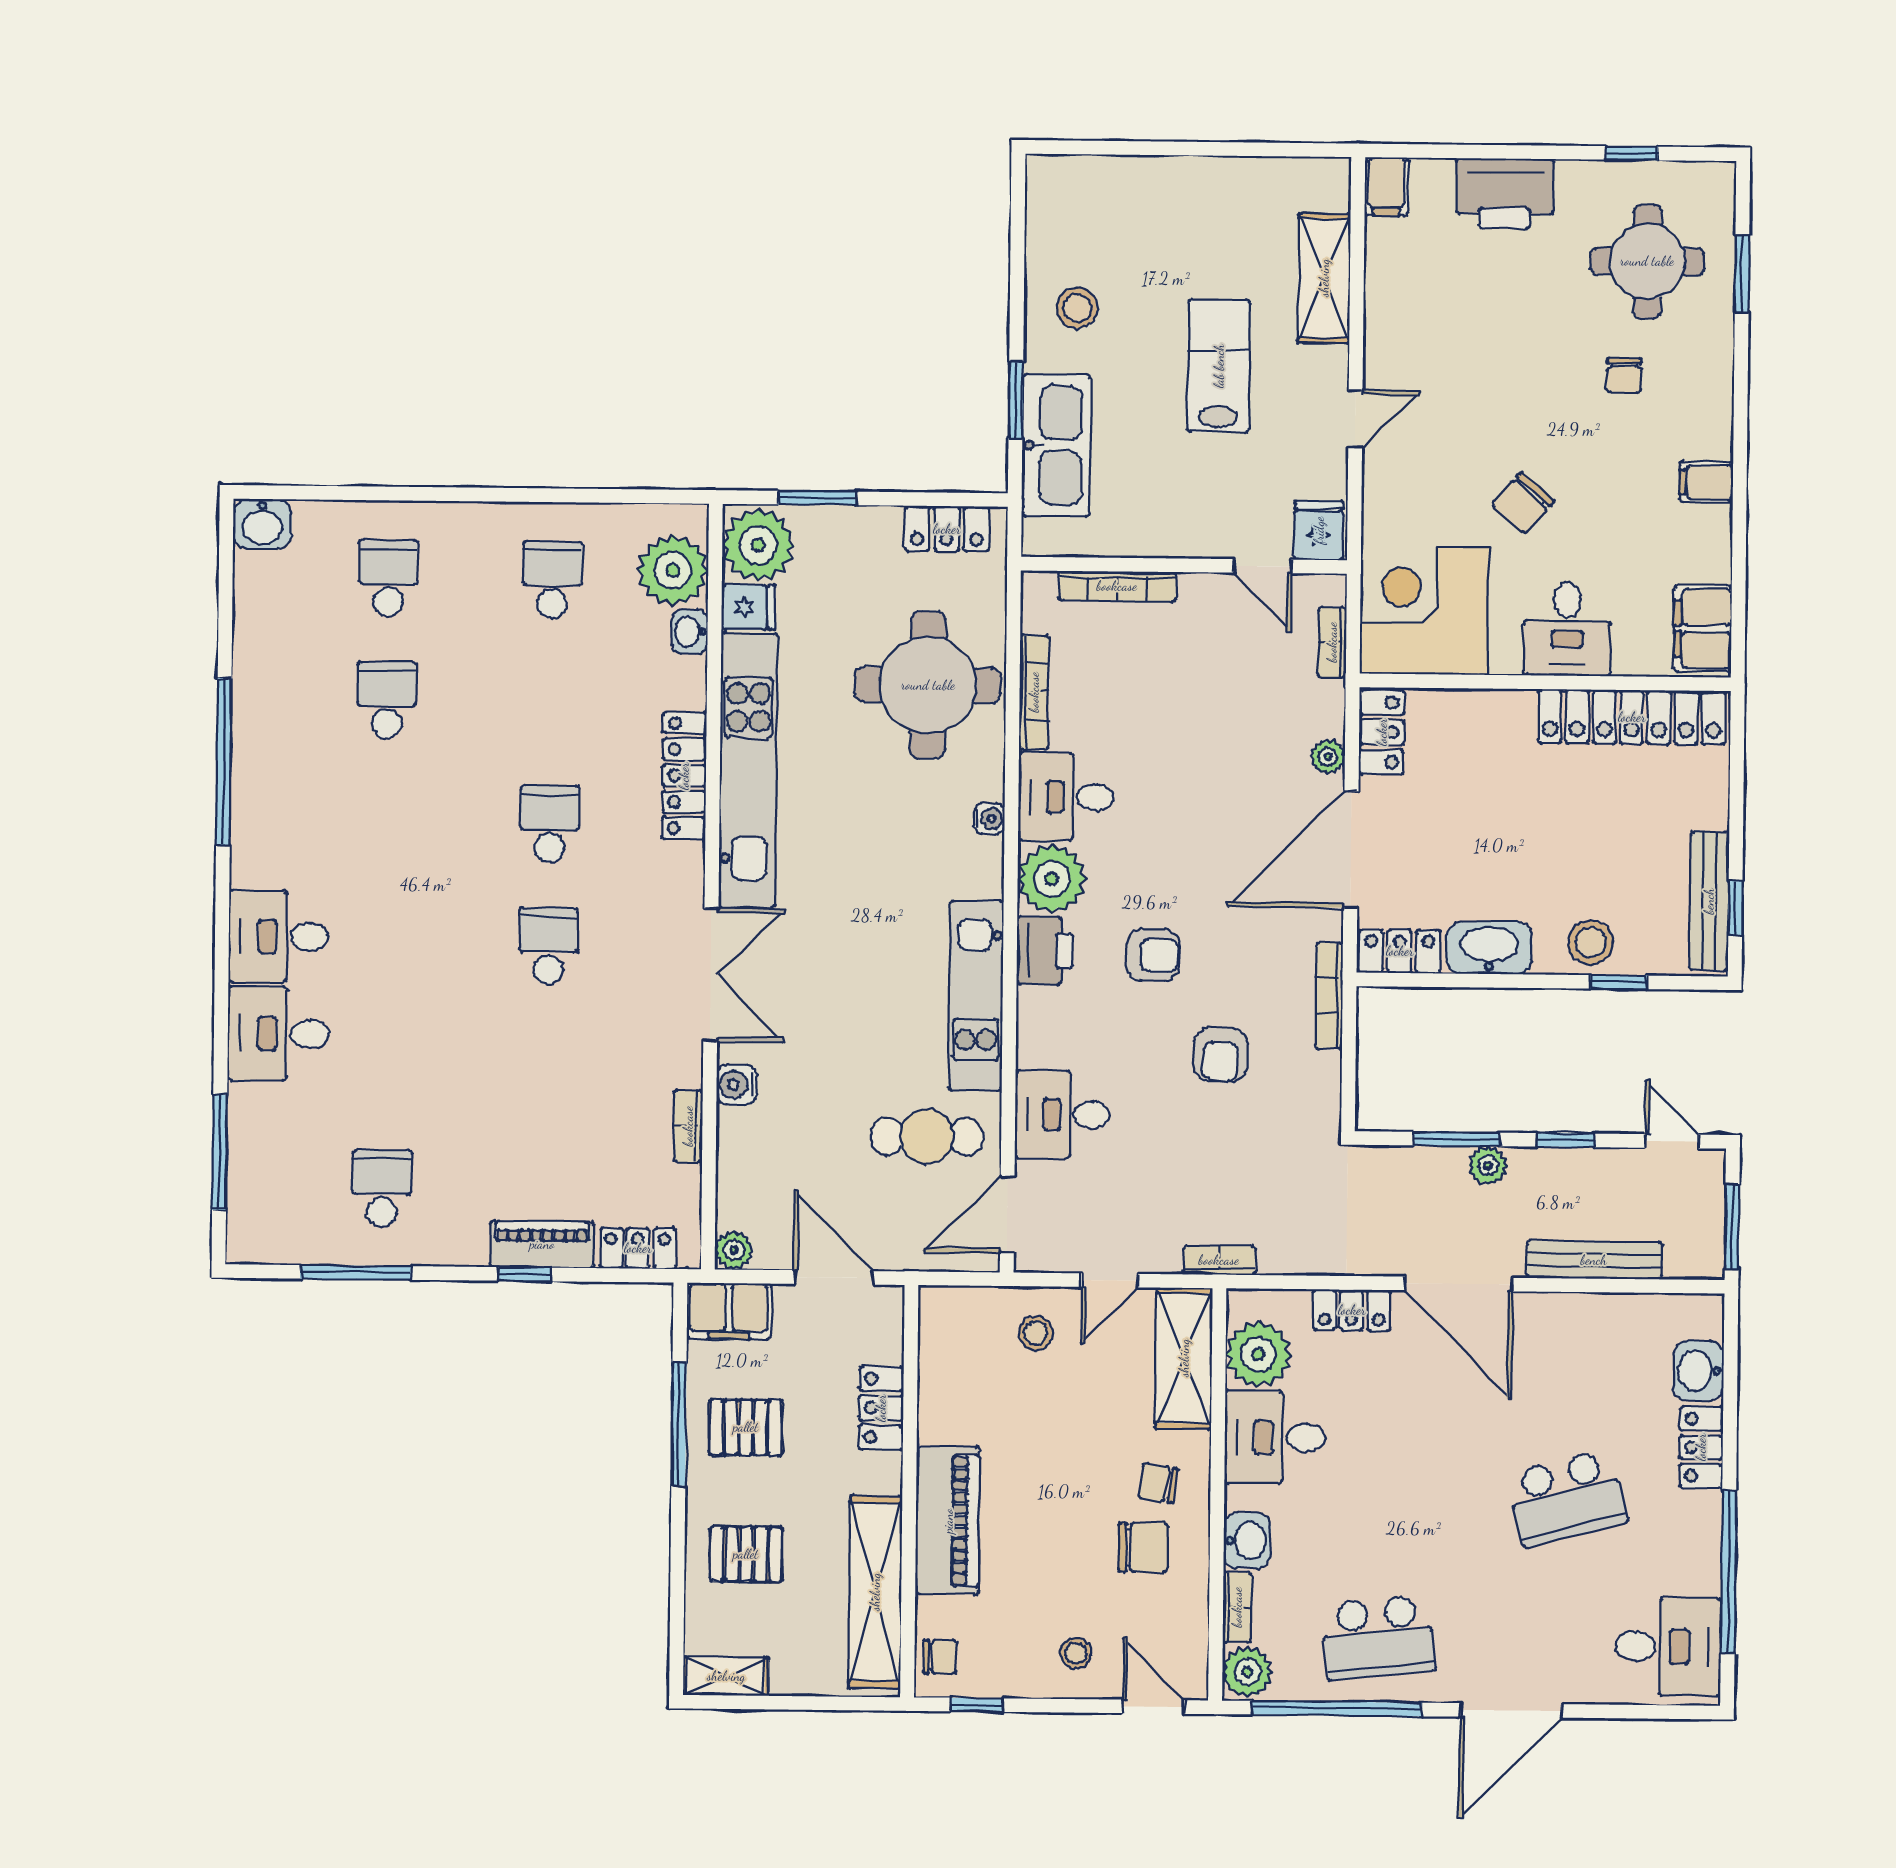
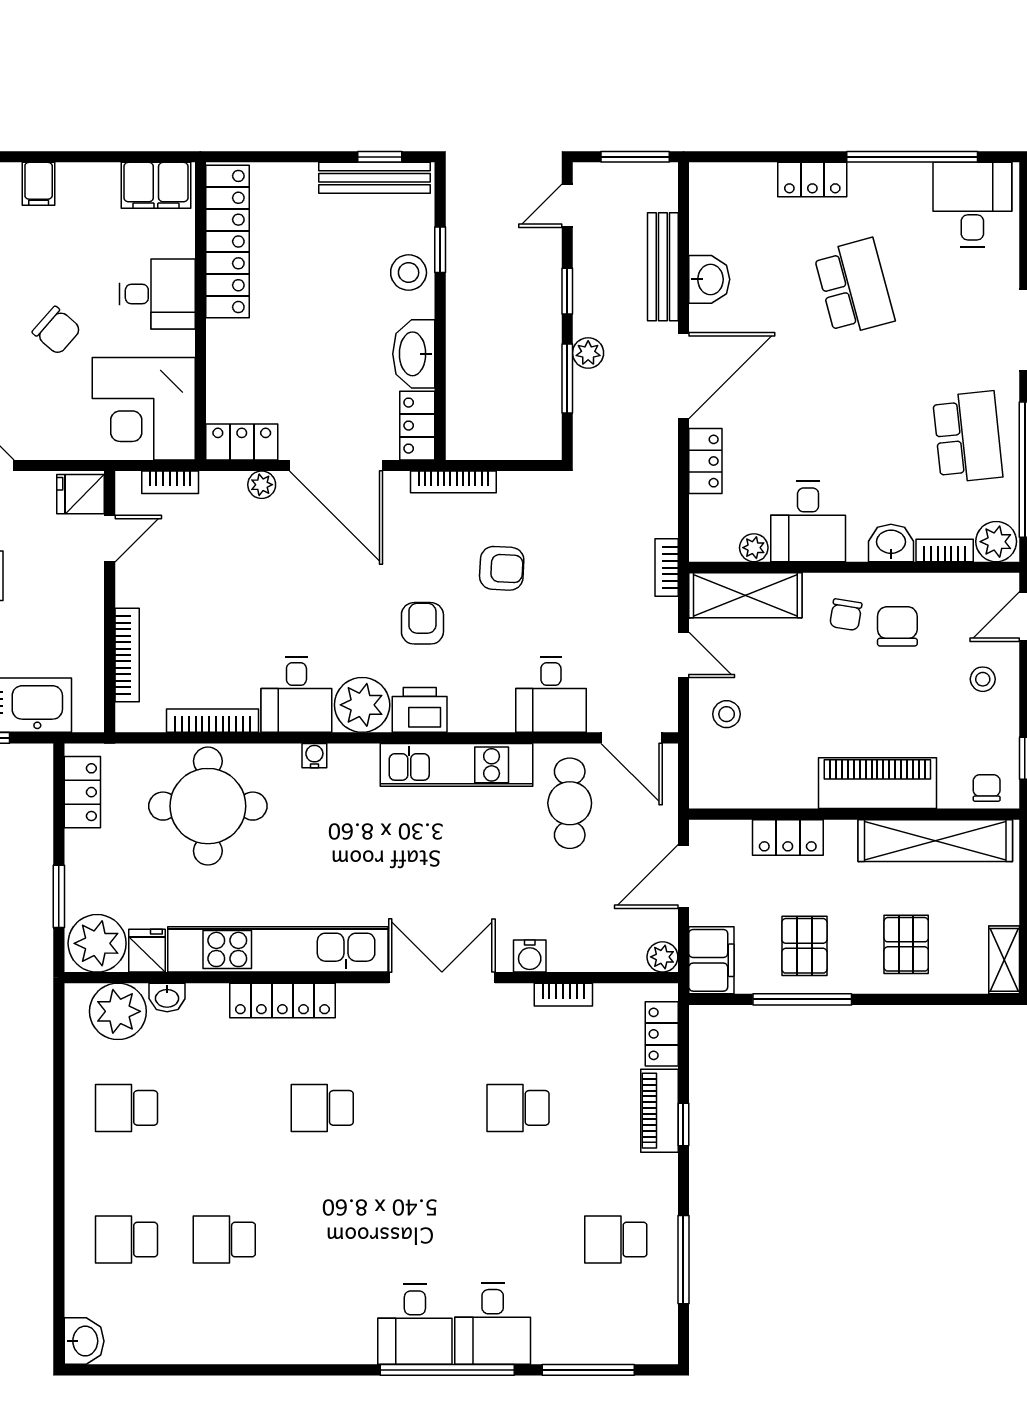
window: (224, 762) -> (447, 1370), moved
school desk: (549, 946) -> (518, 1108), moved
plant: (1258, 1354) -> (754, 548), width x0.53, depth x0.53
washbasin: (1698, 1371) -> (709, 279), moved, turned -90

